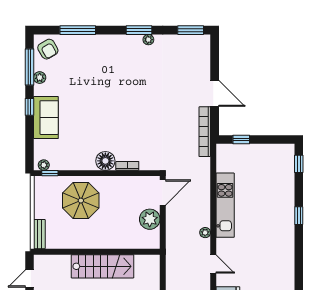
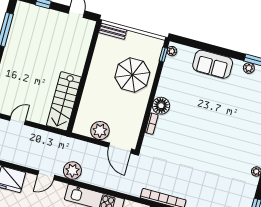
window: (29, 107) -> (226, 52), removed
plant: (205, 233) -> (72, 171), width x1.87, depth x1.87
stairs: (103, 266) -> (64, 101), moved

